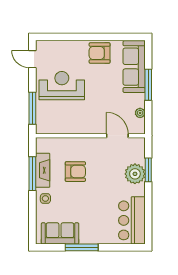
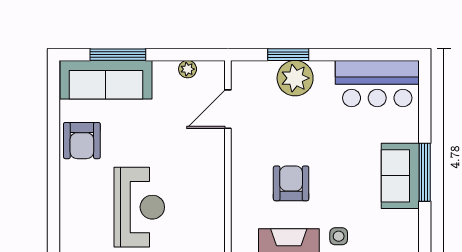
window: (148, 85) -> (118, 55), moved
reception desk: (62, 86) -> (139, 207), turned 180
sofa: (60, 233) -> (400, 176), moved

